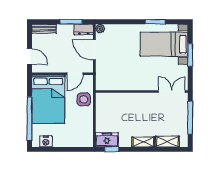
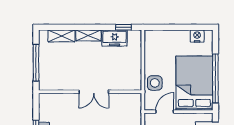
double door: (172, 91) -> (94, 92), moved
window: (29, 119) -> (215, 78), moved
freezer: (107, 140) -> (115, 38), moved

